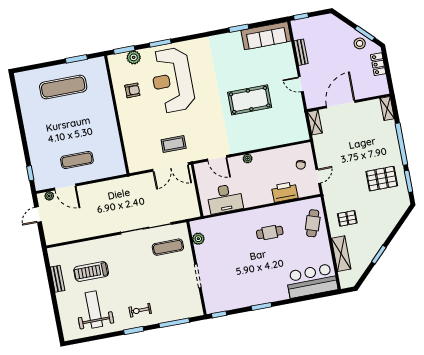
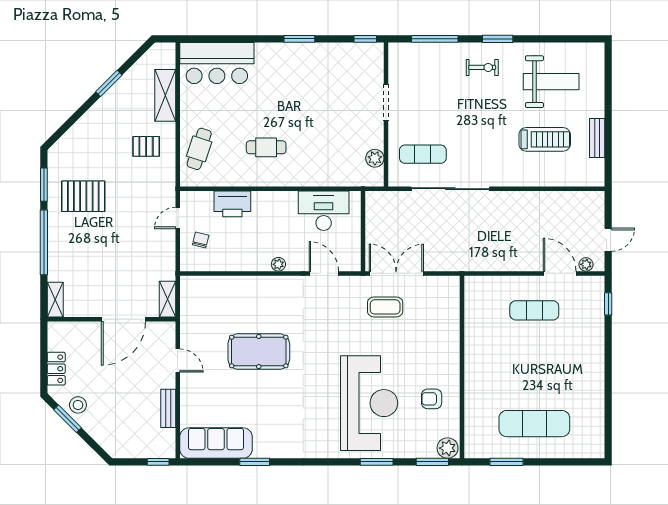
plant: (134, 57) -> (448, 448), moved
weight bench: (94, 310) -> (551, 82), turned -90

